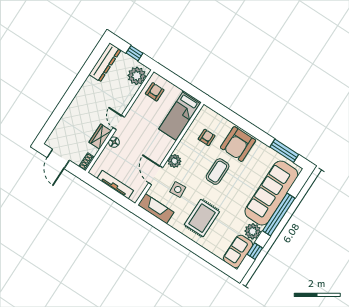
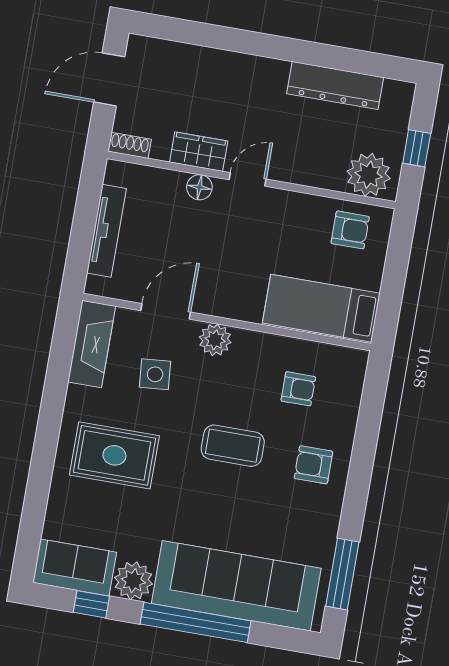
dresser: (105, 62) -> (335, 85), moved
armchair: (238, 144) -> (313, 465), width x0.53, depth x0.53

